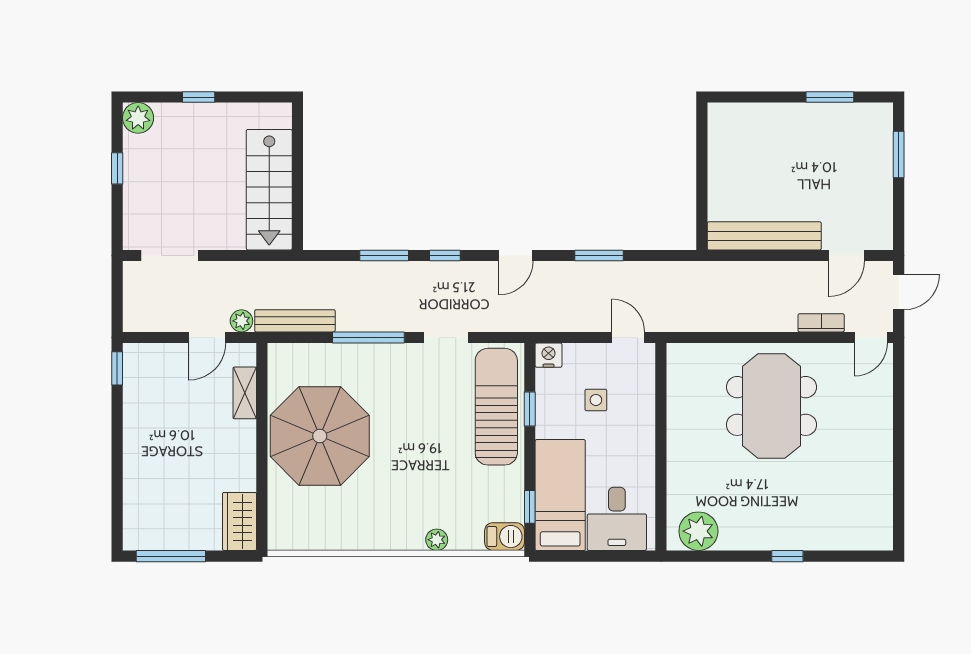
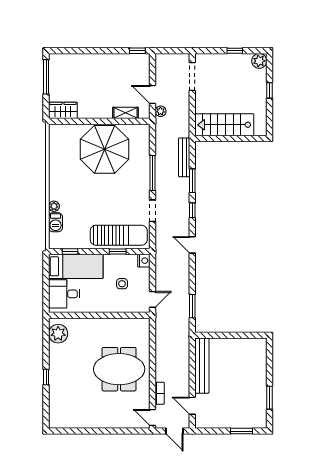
window: (599, 255) -> (192, 306), moved
bench: (295, 321) -> (184, 157), moved
barbecue: (504, 537) -> (56, 222), moved

